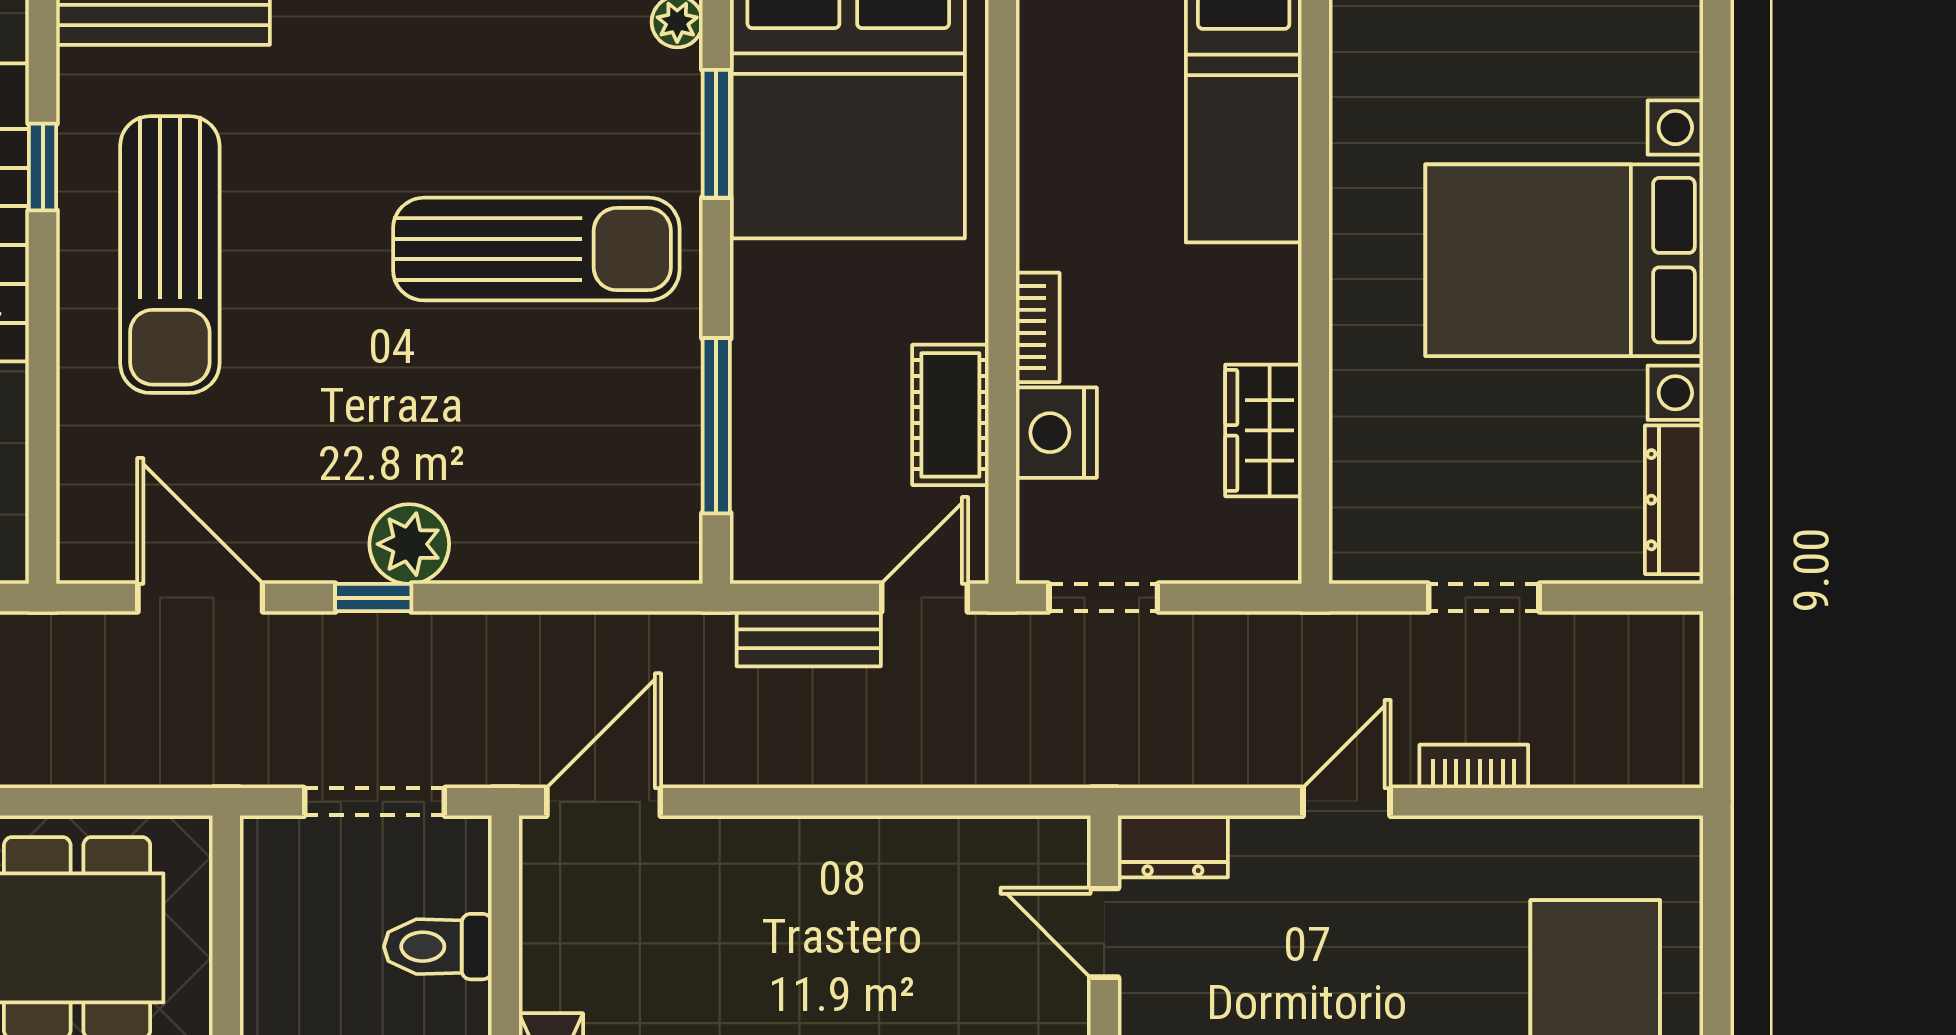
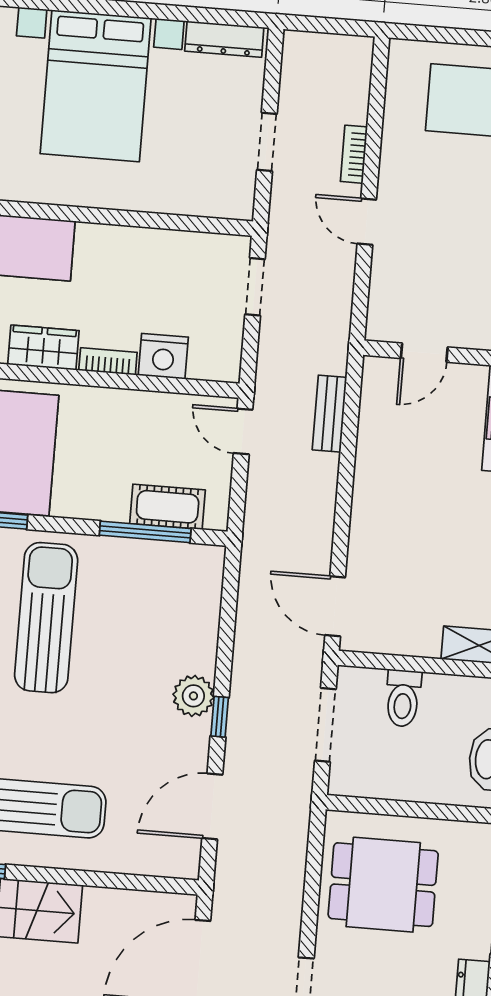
cot: (950, 415) -> (168, 507), moved
wardrobe: (1263, 430) -> (43, 348), moved, turned 180
doorway: (1103, 598) -> (255, 287), moved
bench: (809, 639) -> (329, 414), moved
dresser: (1173, 846) -> (382, 313), removed

